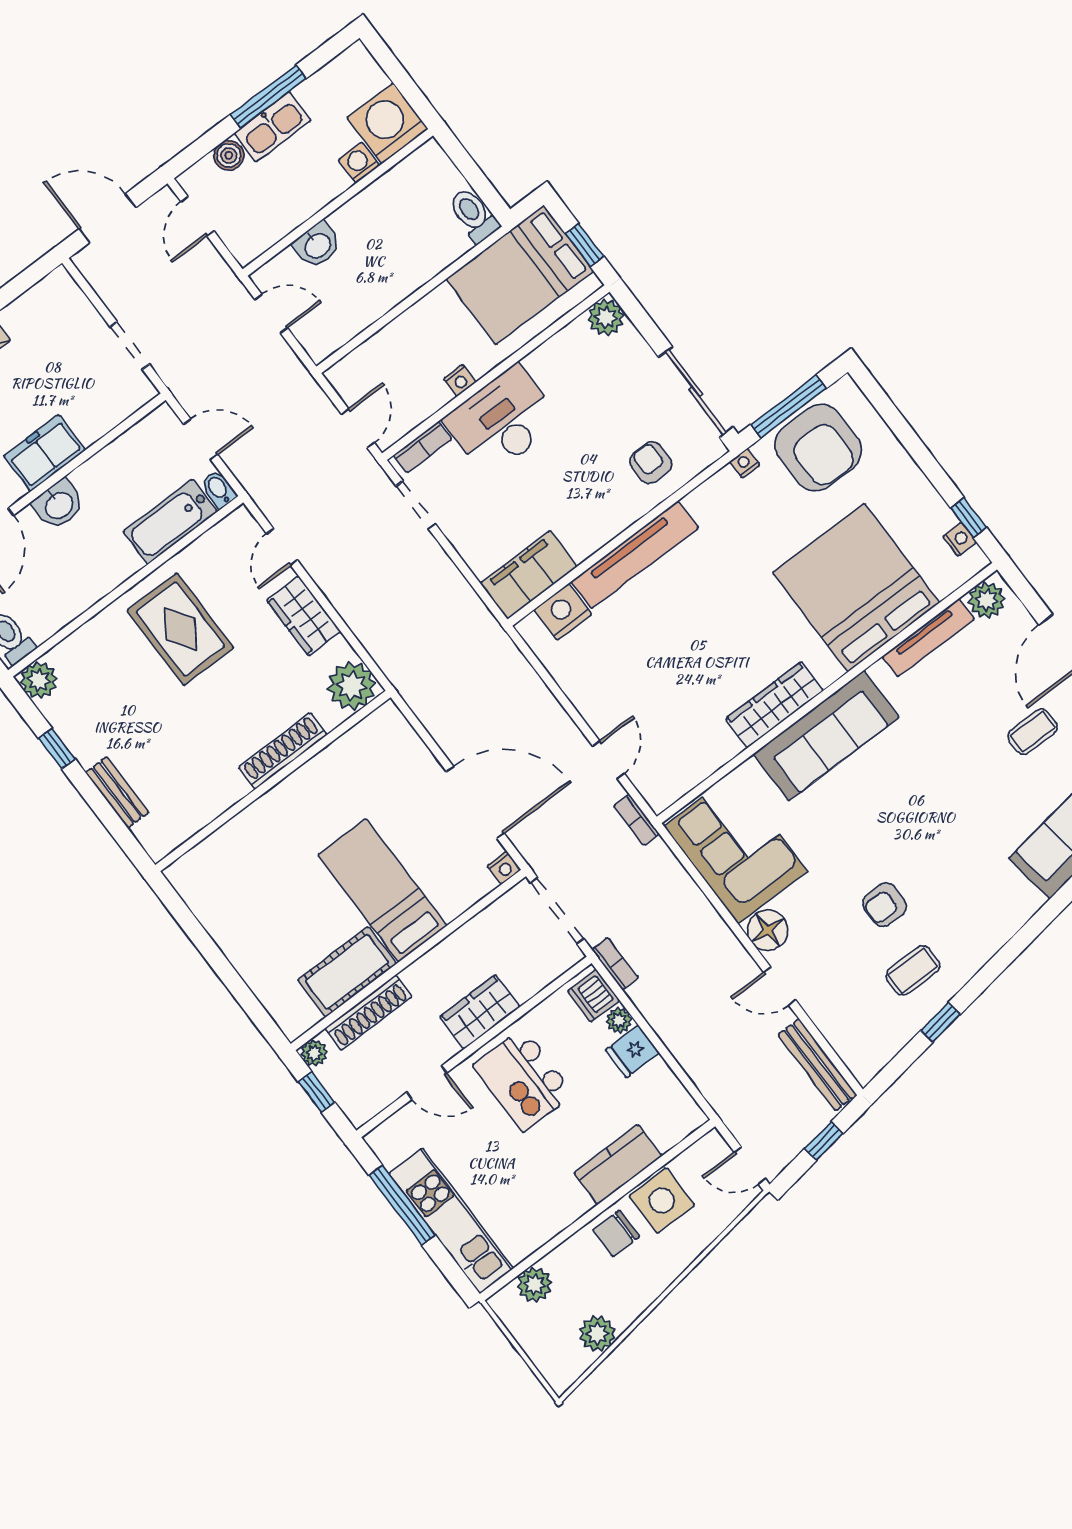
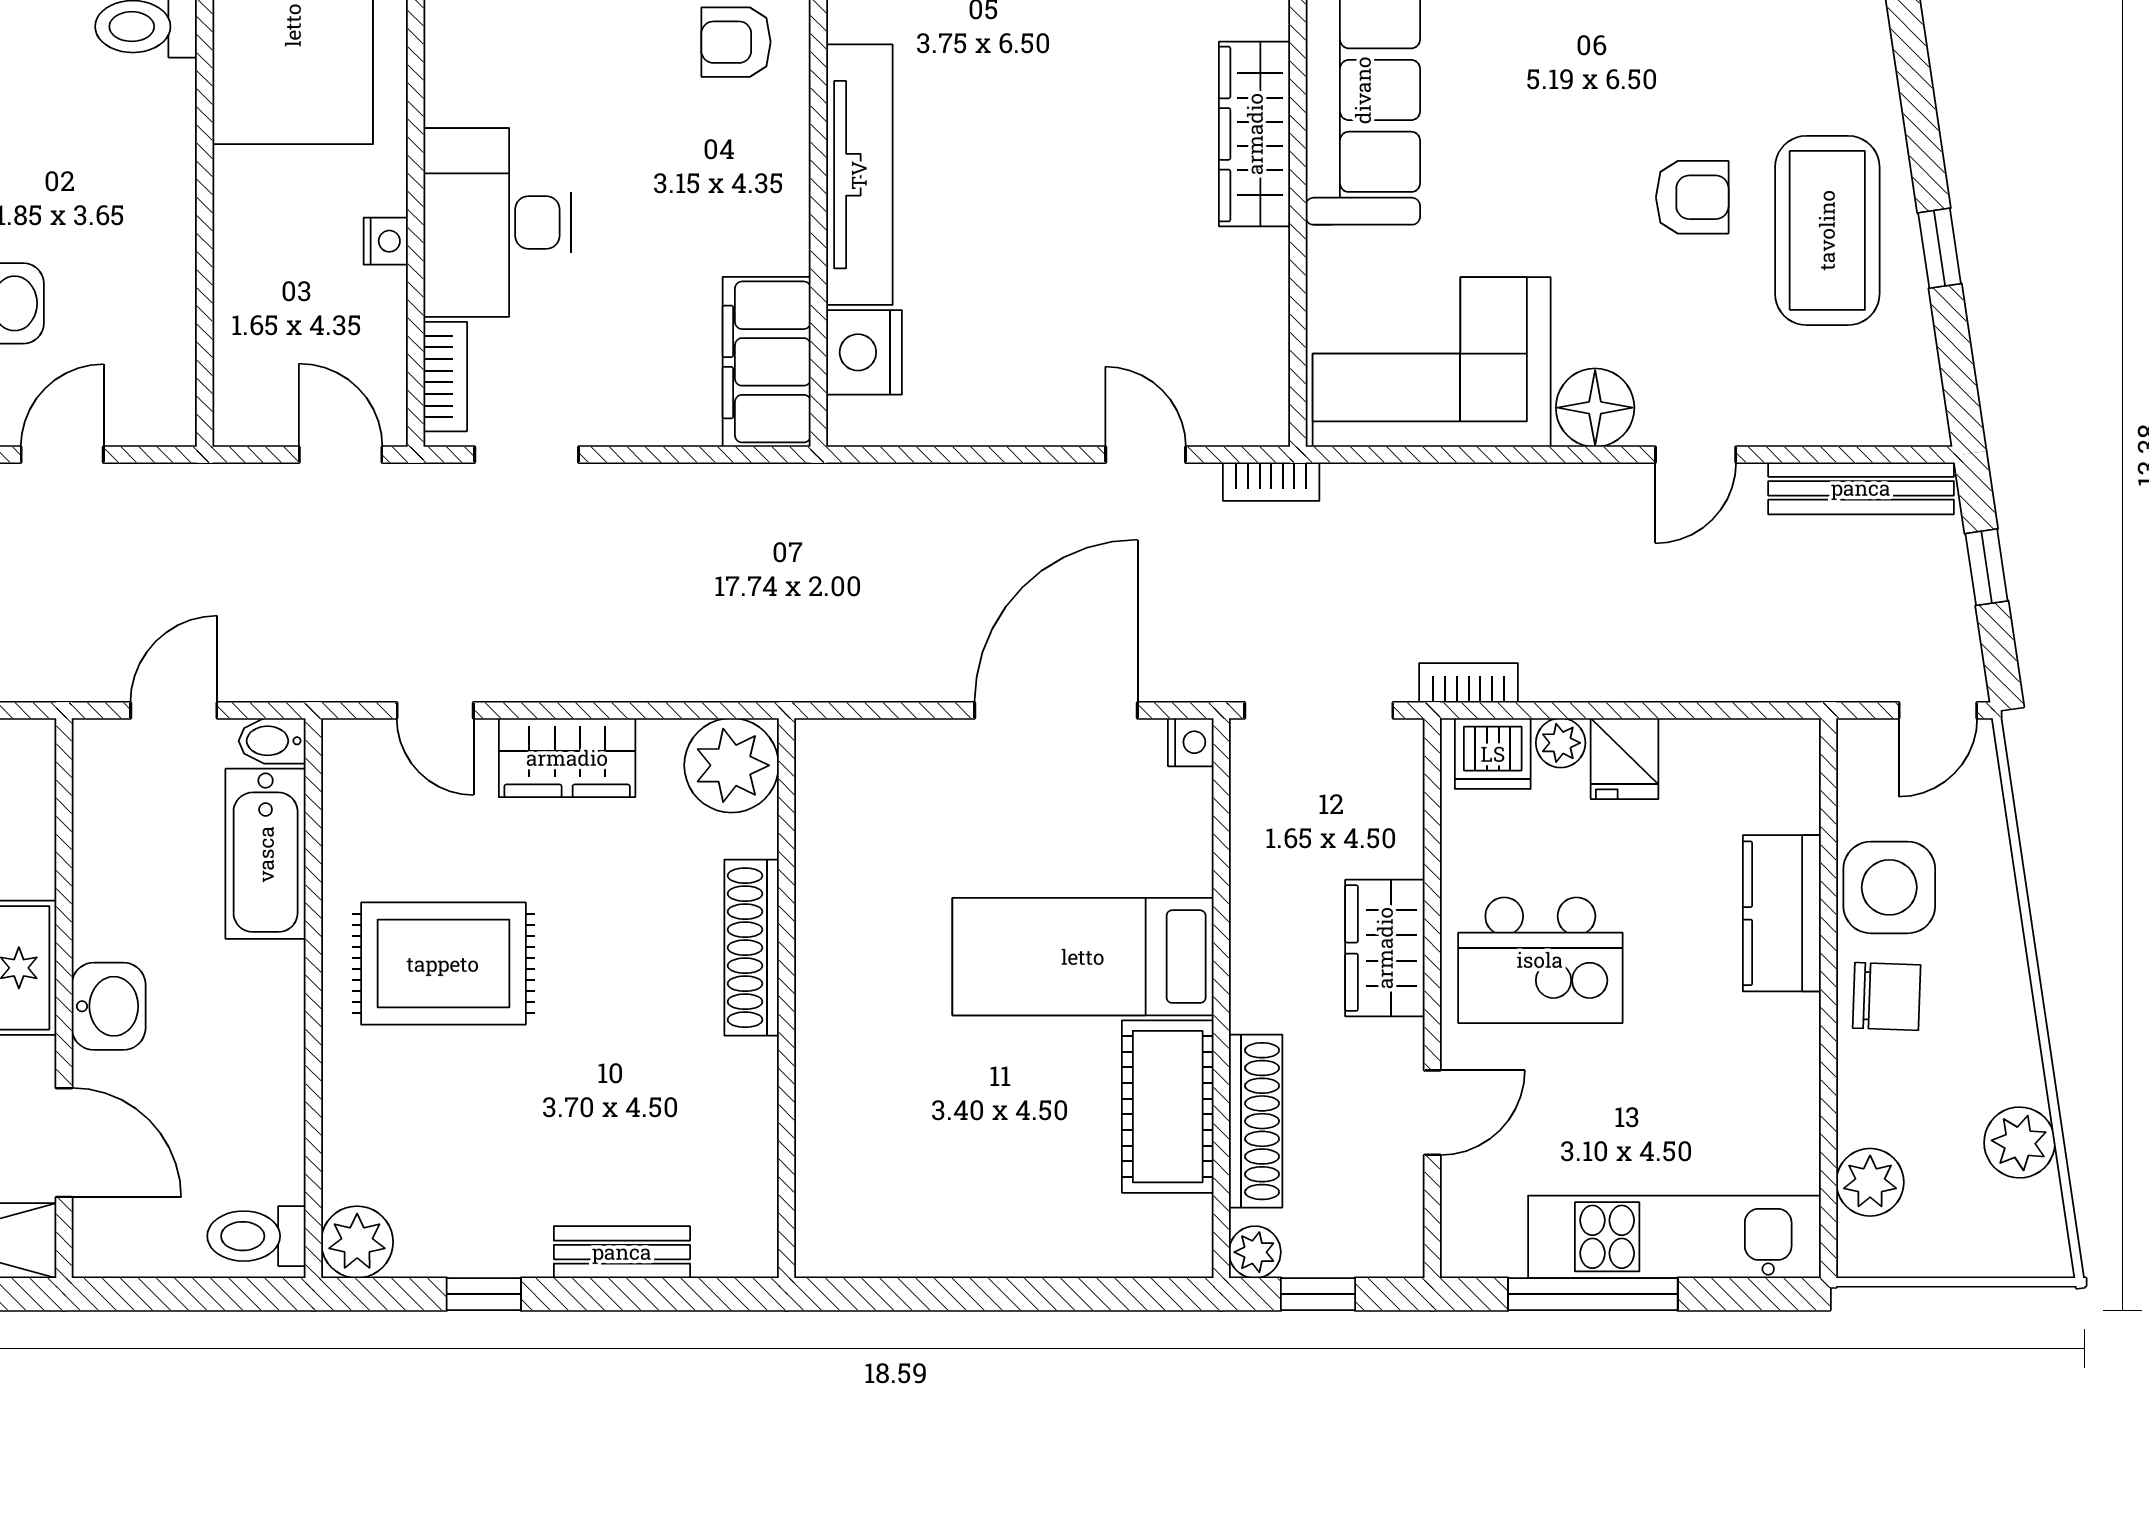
armchair: (885, 905) -> (1692, 197), turned -90
coffee table: (913, 971) -> (1827, 230), width x1.86, depth x1.72
chair: (616, 1233) -> (1887, 996), turned -88

